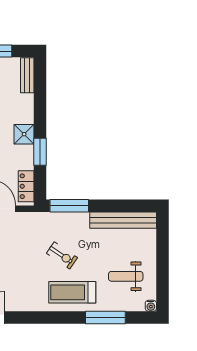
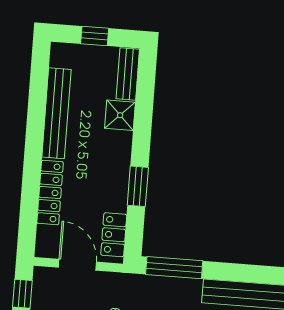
shower: (24, 134) -> (120, 115), moved

